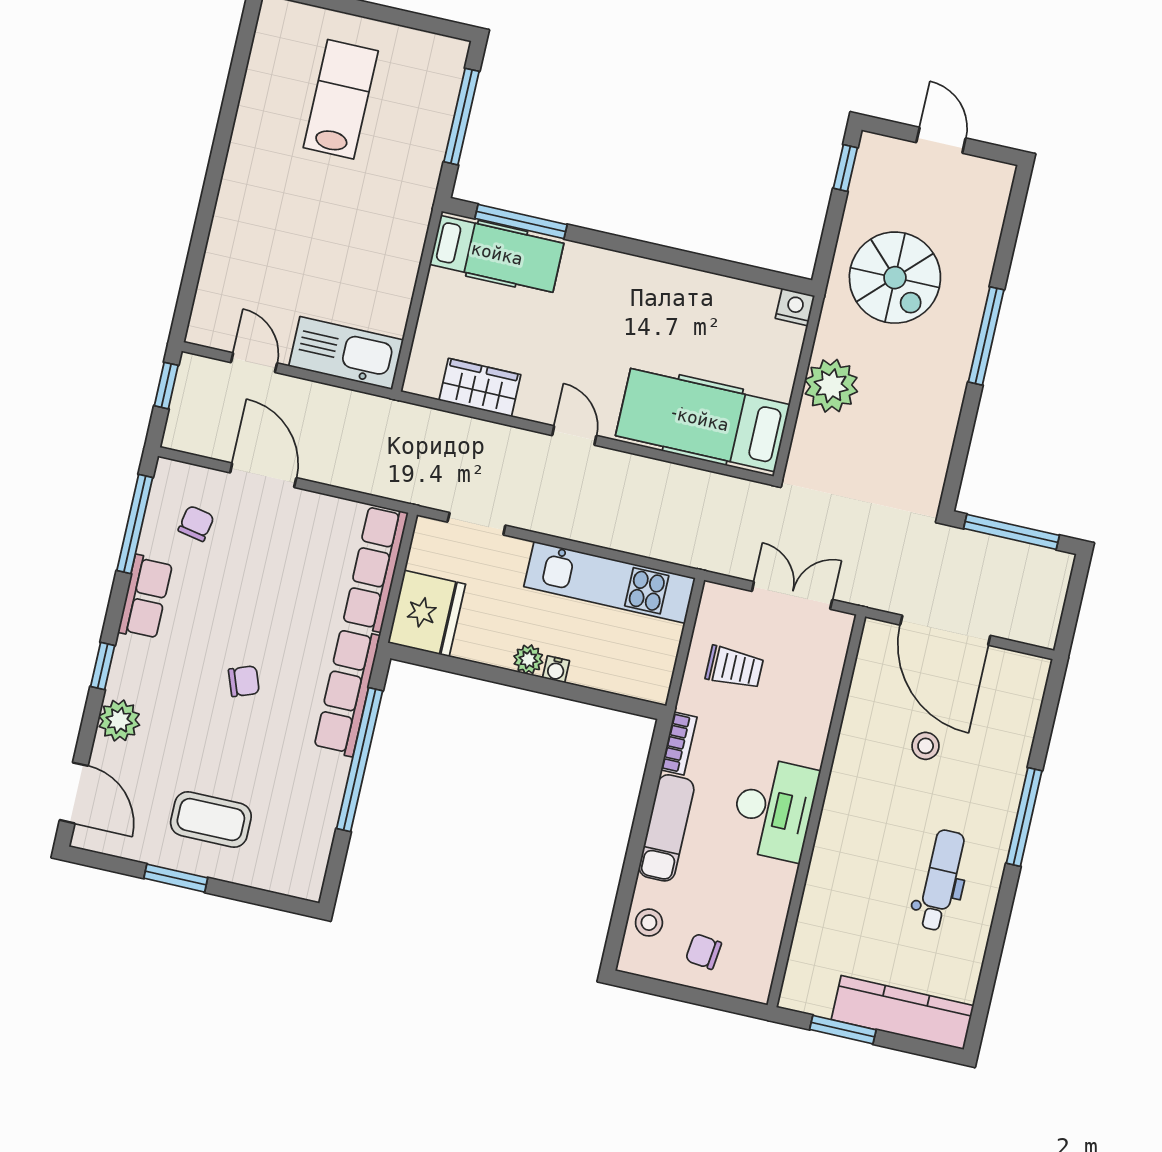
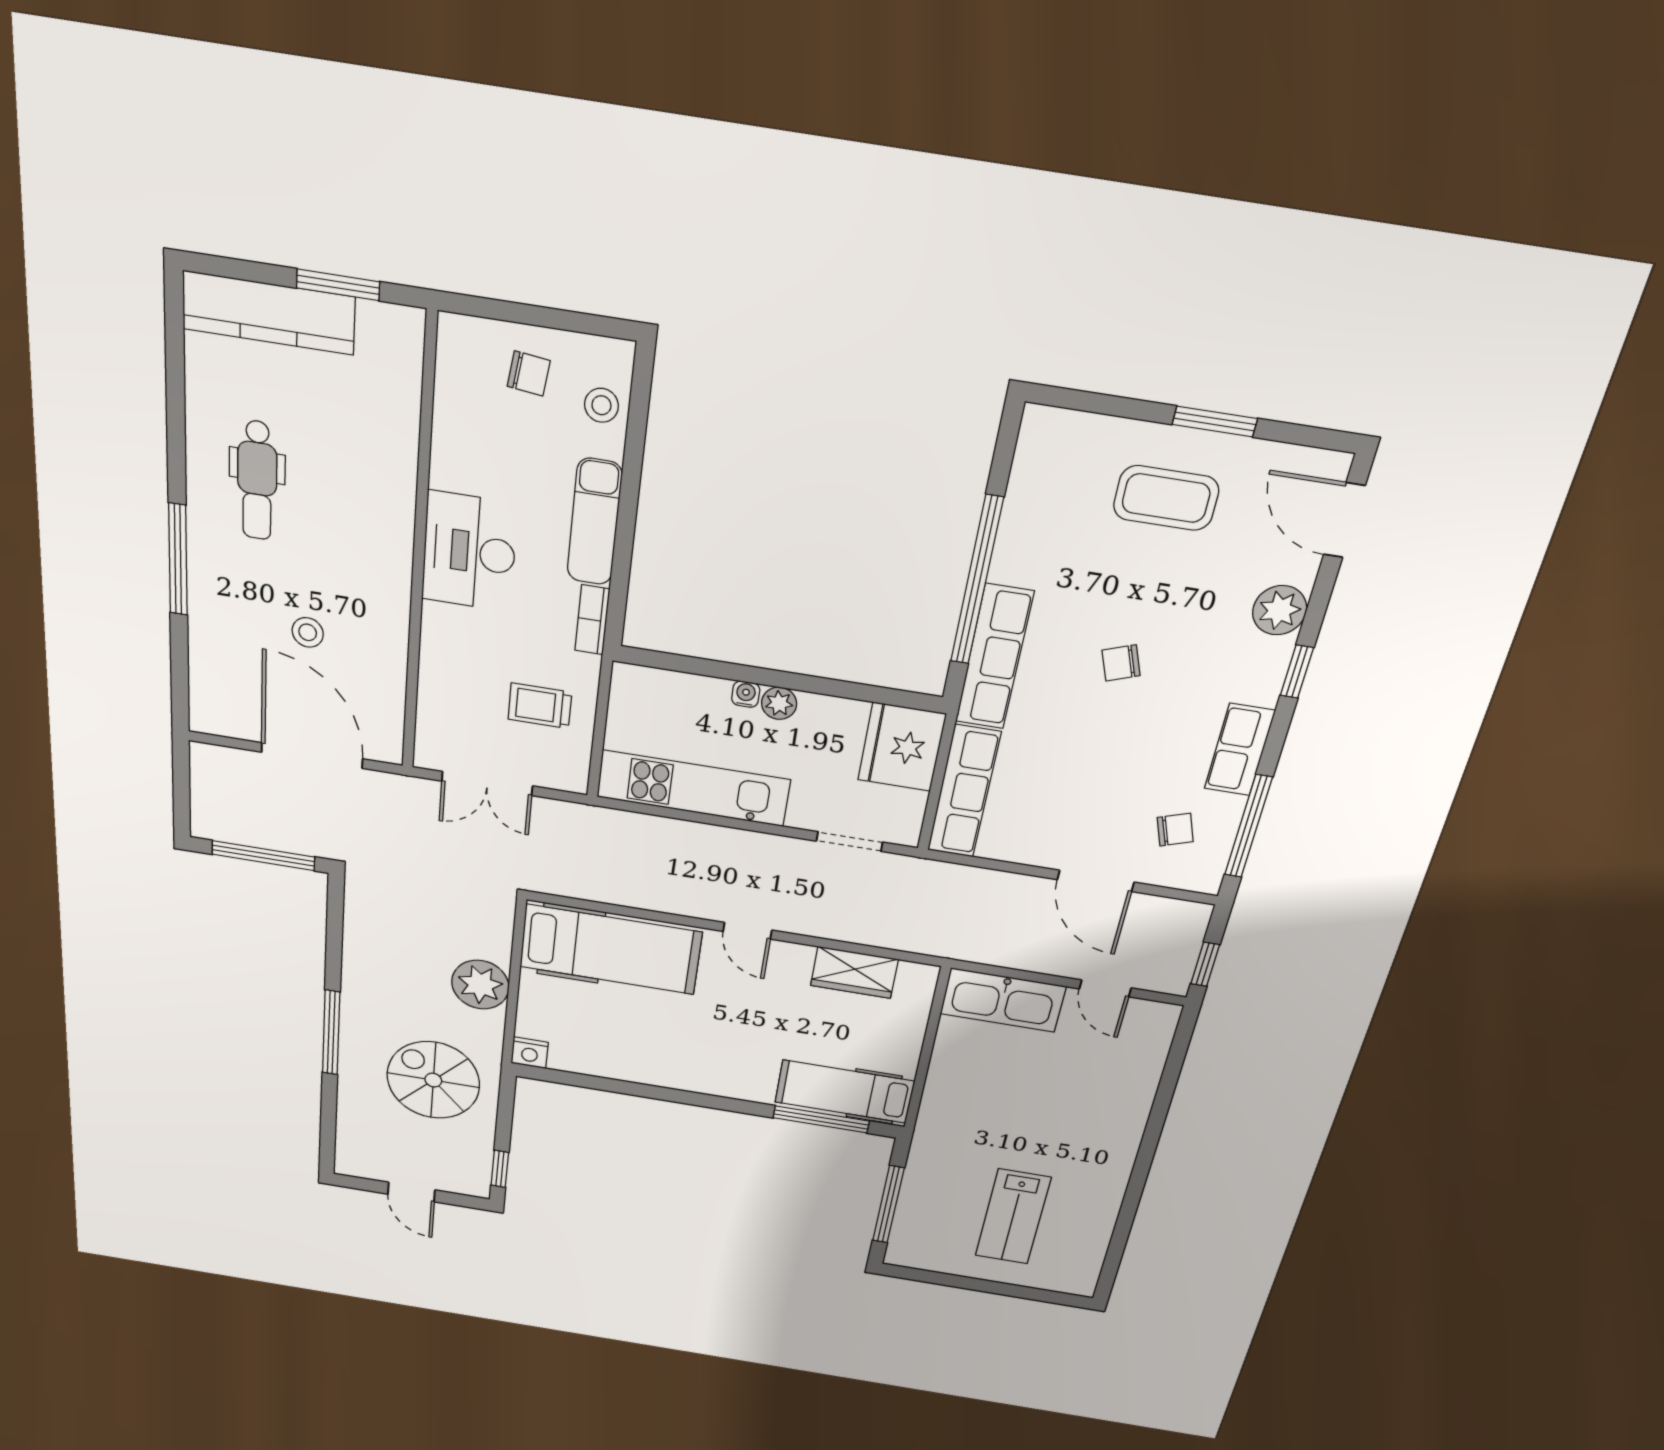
chair: (196, 523) -> (1175, 830), turned -120

